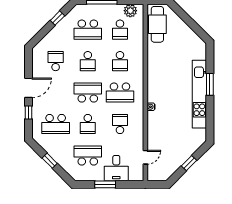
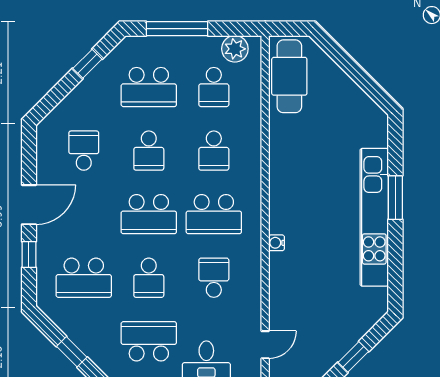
school desk: (88, 93) -> (149, 214), turned 180

